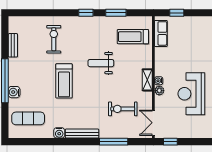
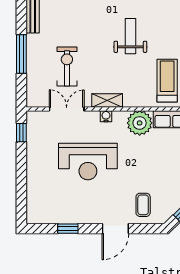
plant: (159, 91) -> (140, 123), moved, width x1.87, depth x1.87
reception desk: (191, 94) -> (88, 162), turned 180
double door: (153, 123) -> (67, 109), moved

